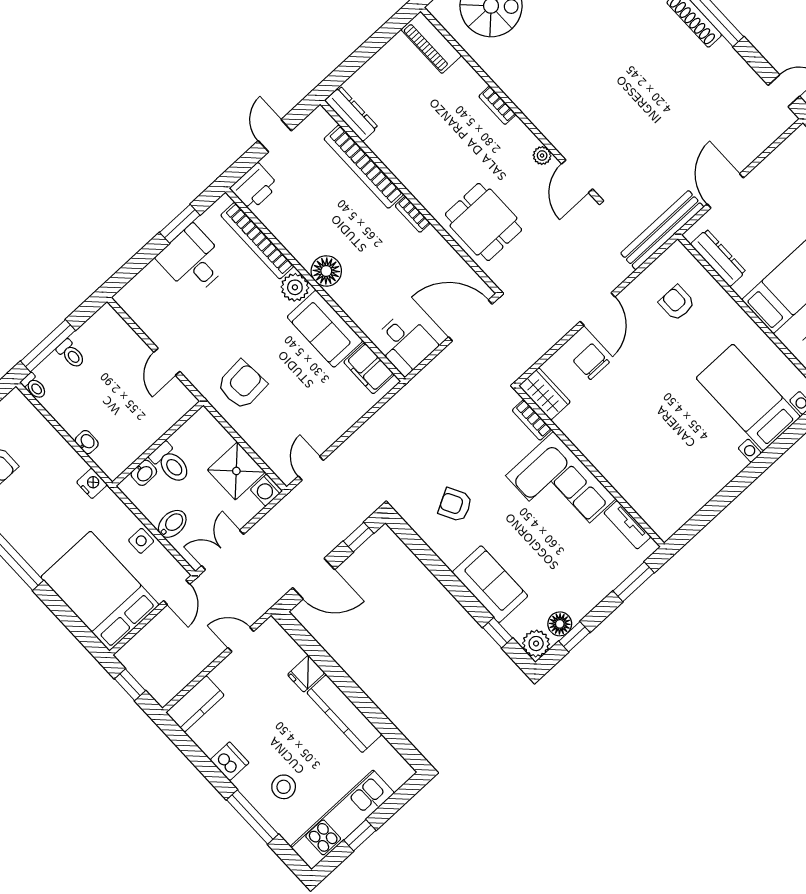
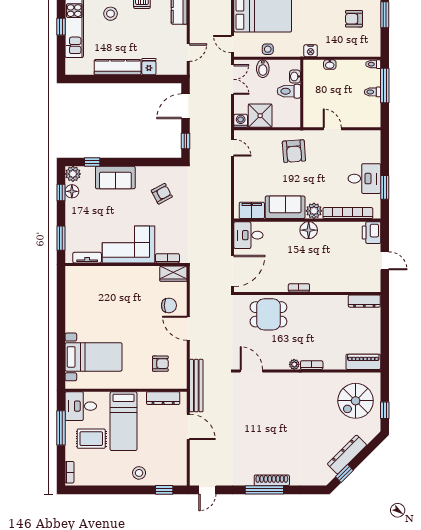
plant: (542, 156) -> (294, 364), moved
bookcase: (364, 167) -> (338, 286), removed

